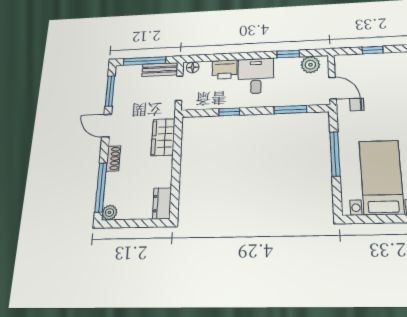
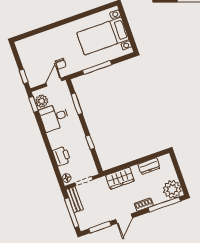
window: (373, 50) -> (24, 76), moved
window: (288, 54) -> (33, 104), moved
desk: (256, 76) -> (54, 117), moved
dresser: (162, 203) -> (149, 166), moved
plant: (110, 213) -> (172, 189), width x1.87, depth x1.87

